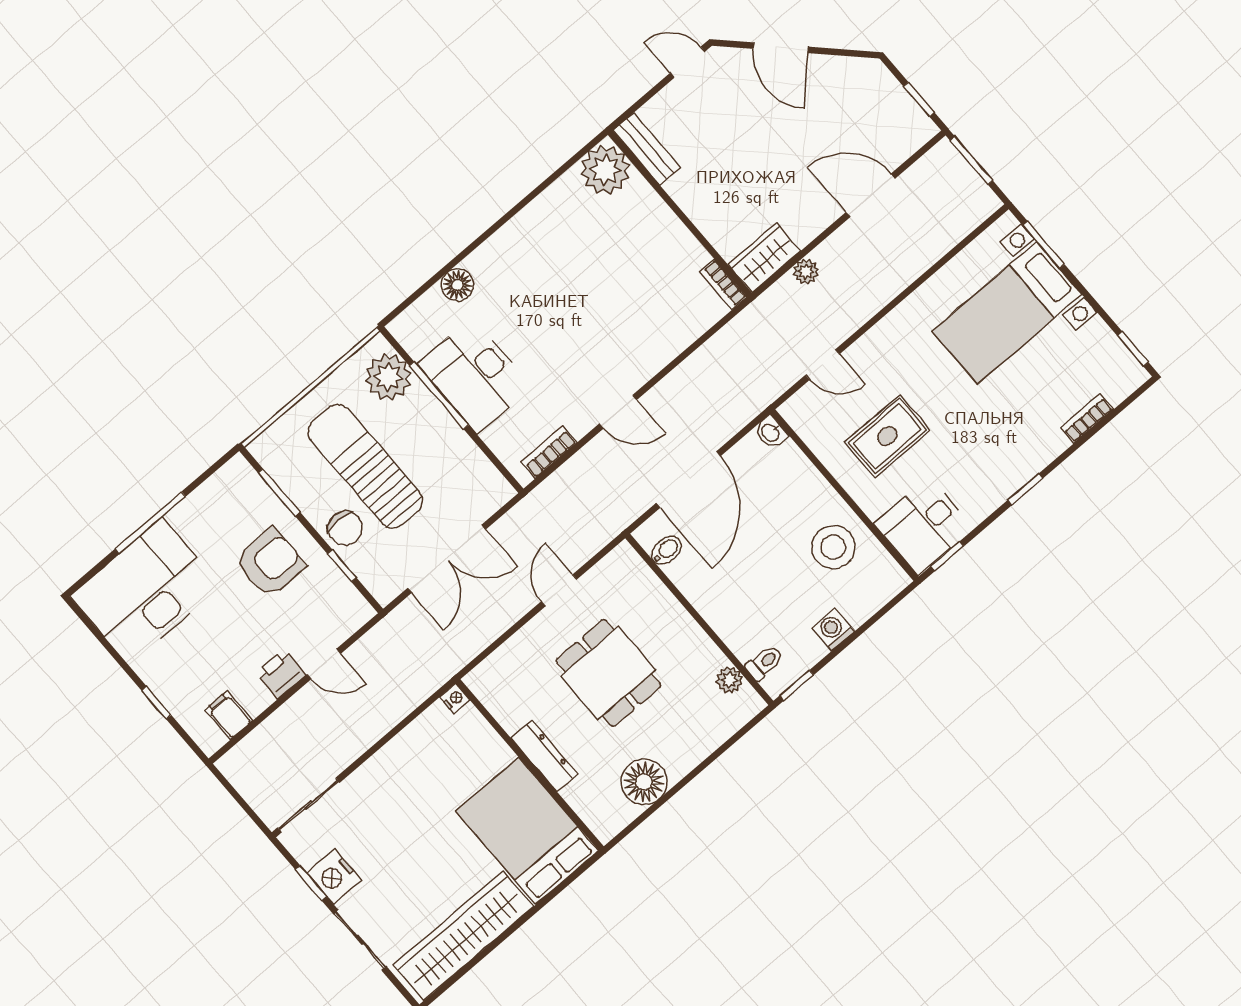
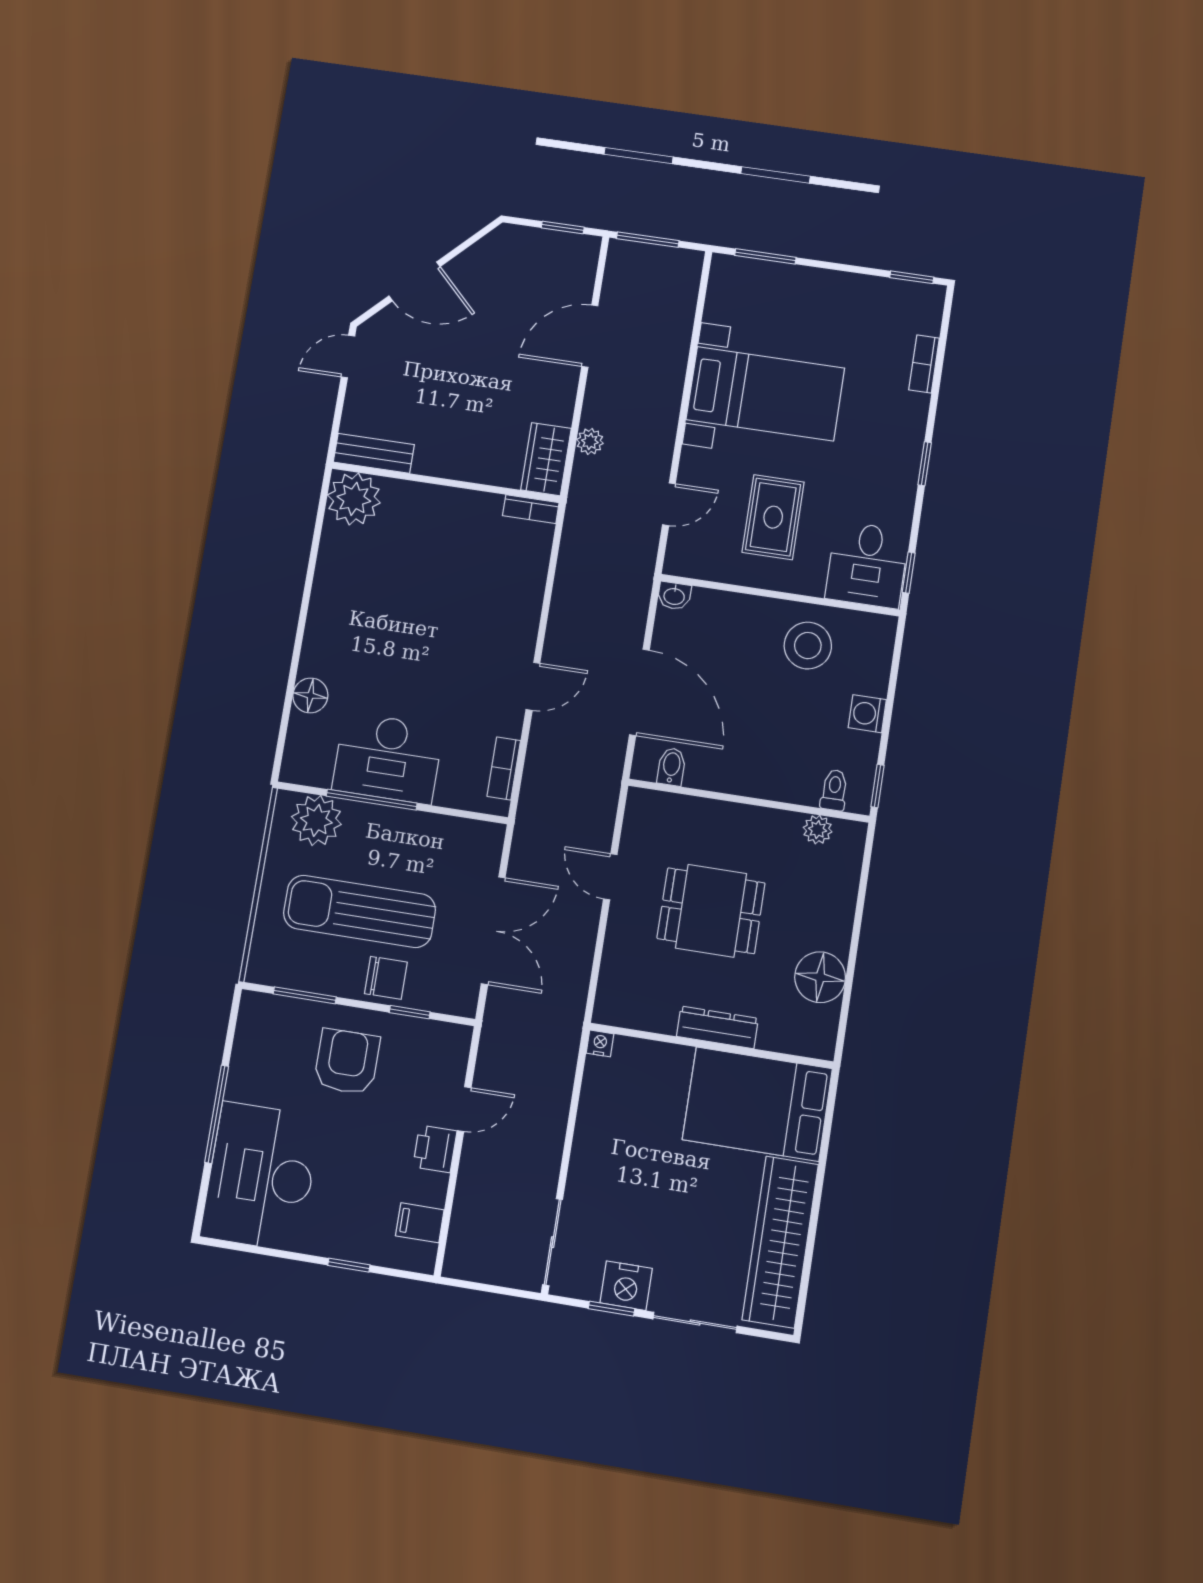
bed with nightstands: (1007, 313) -> (765, 394), moved, turned -90

